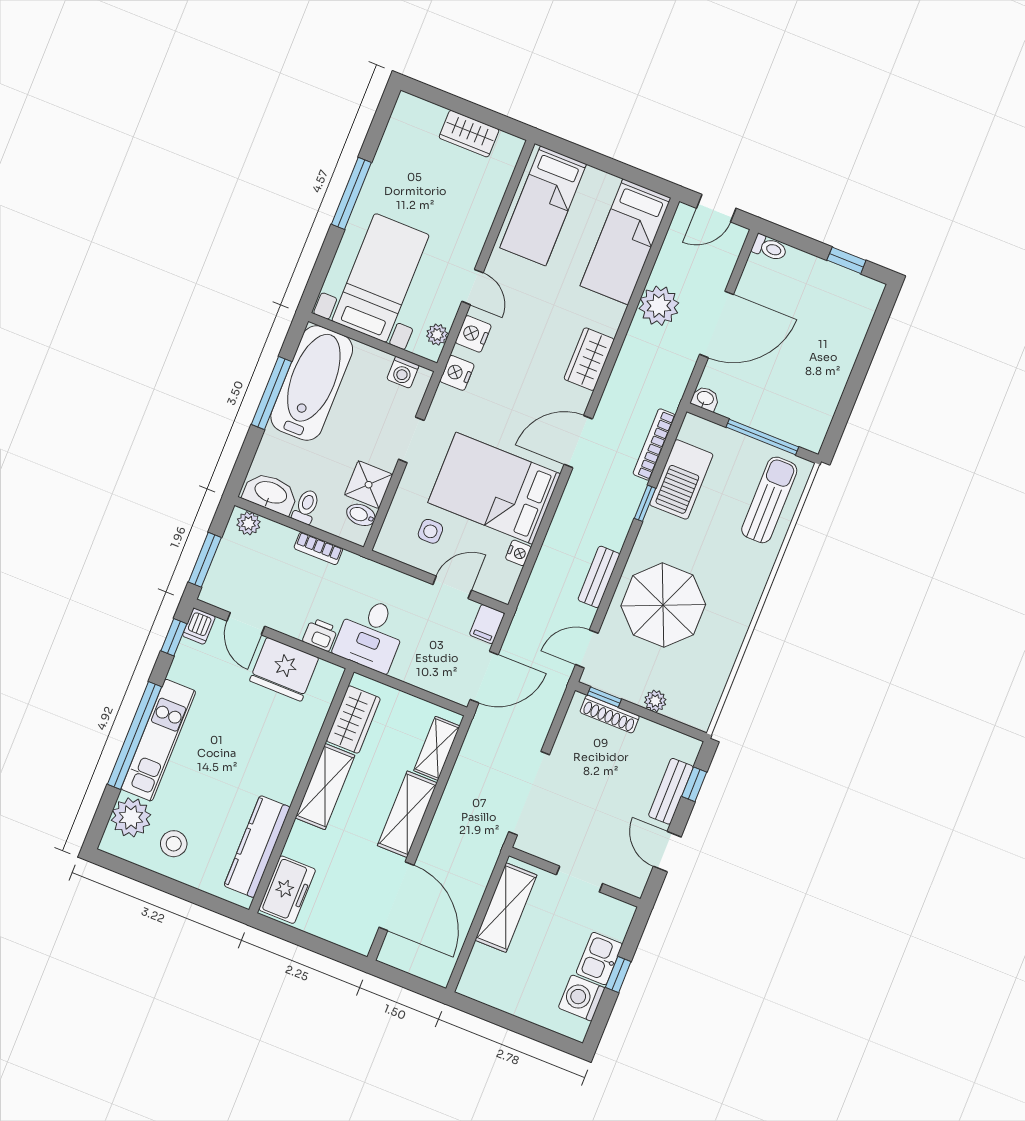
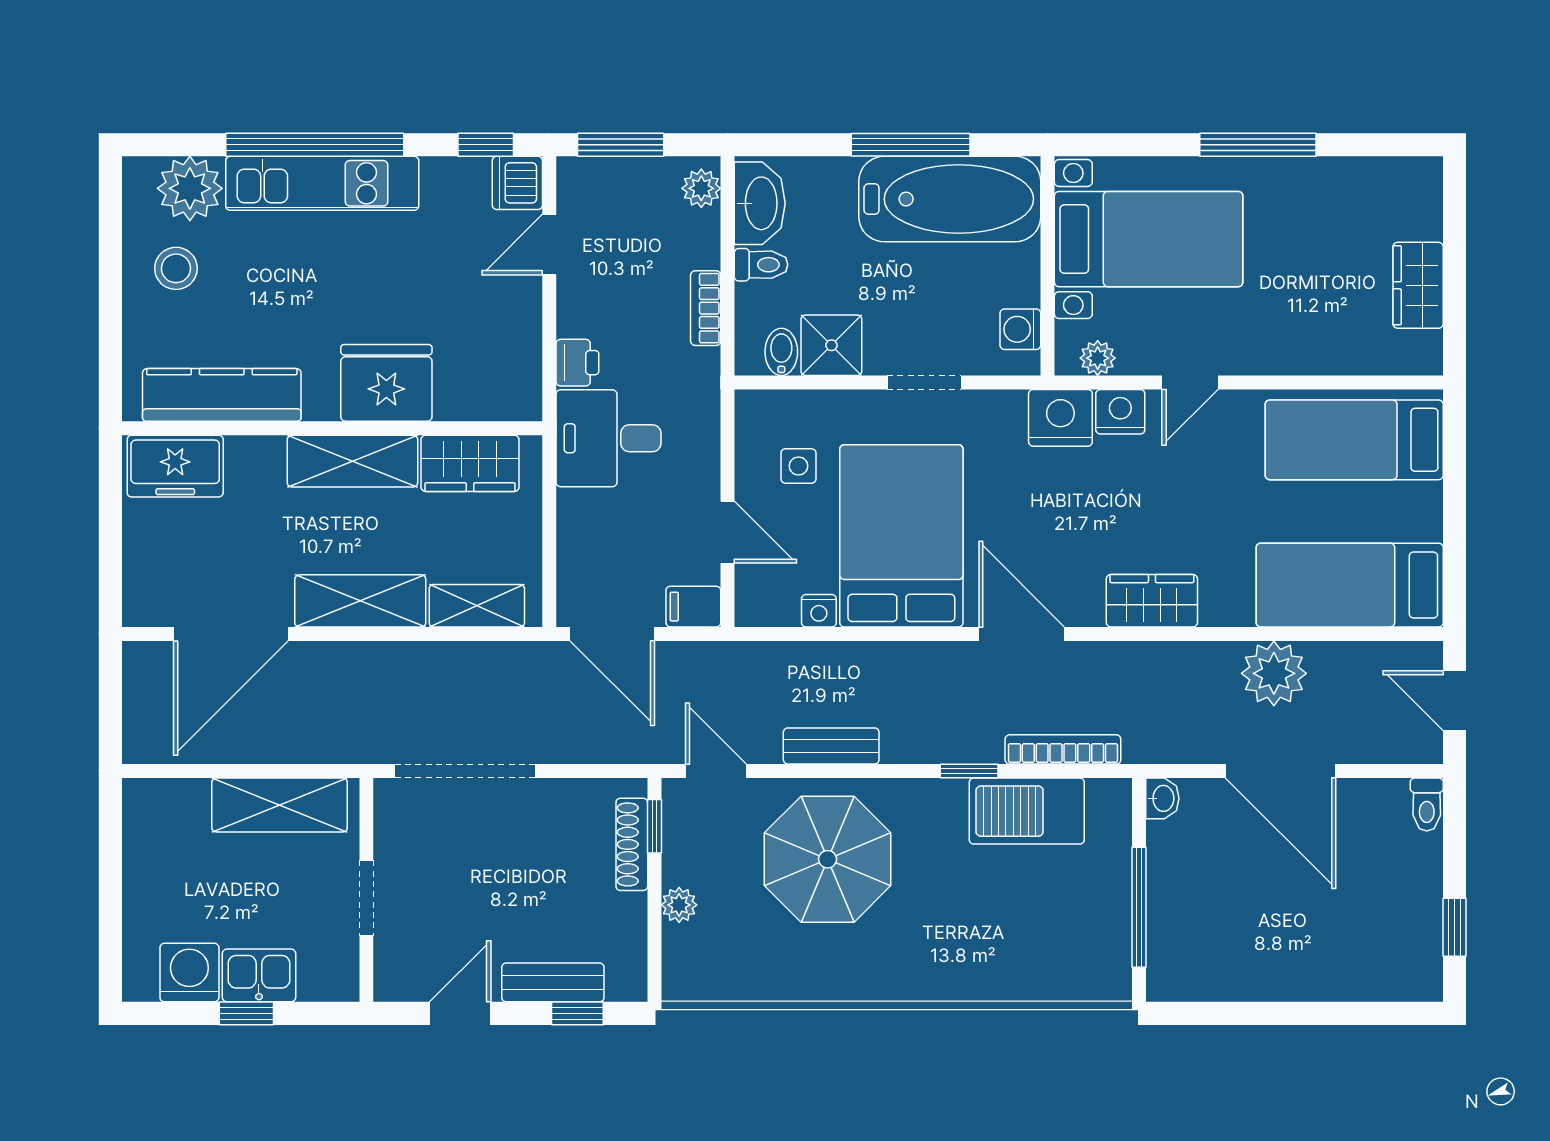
nightstand: (457, 373) -> (1060, 418), width x1.36, depth x1.33
sun lounger: (769, 500) -> (1049, 955), removed
dishwasher: (199, 626) -> (517, 183), width x1.38
fridge: (284, 669) -> (386, 383), moved, turned 90

